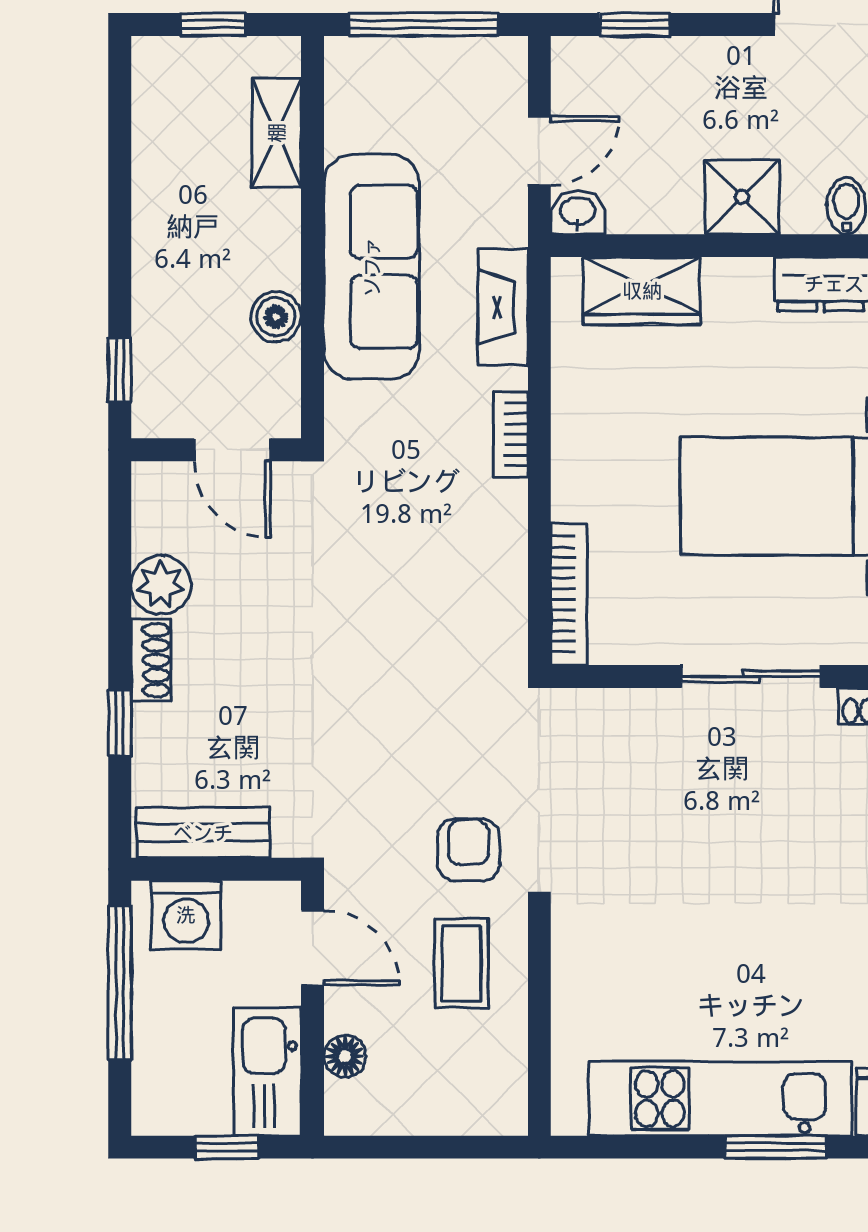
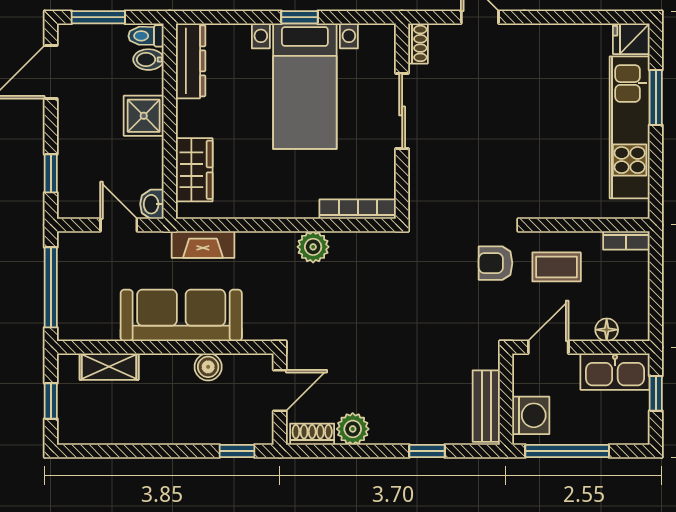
bookcase: (511, 434) -> (626, 240), moved
plant: (499, 511) -> (313, 247), added
shoe rack: (151, 660) -> (312, 434), moved

